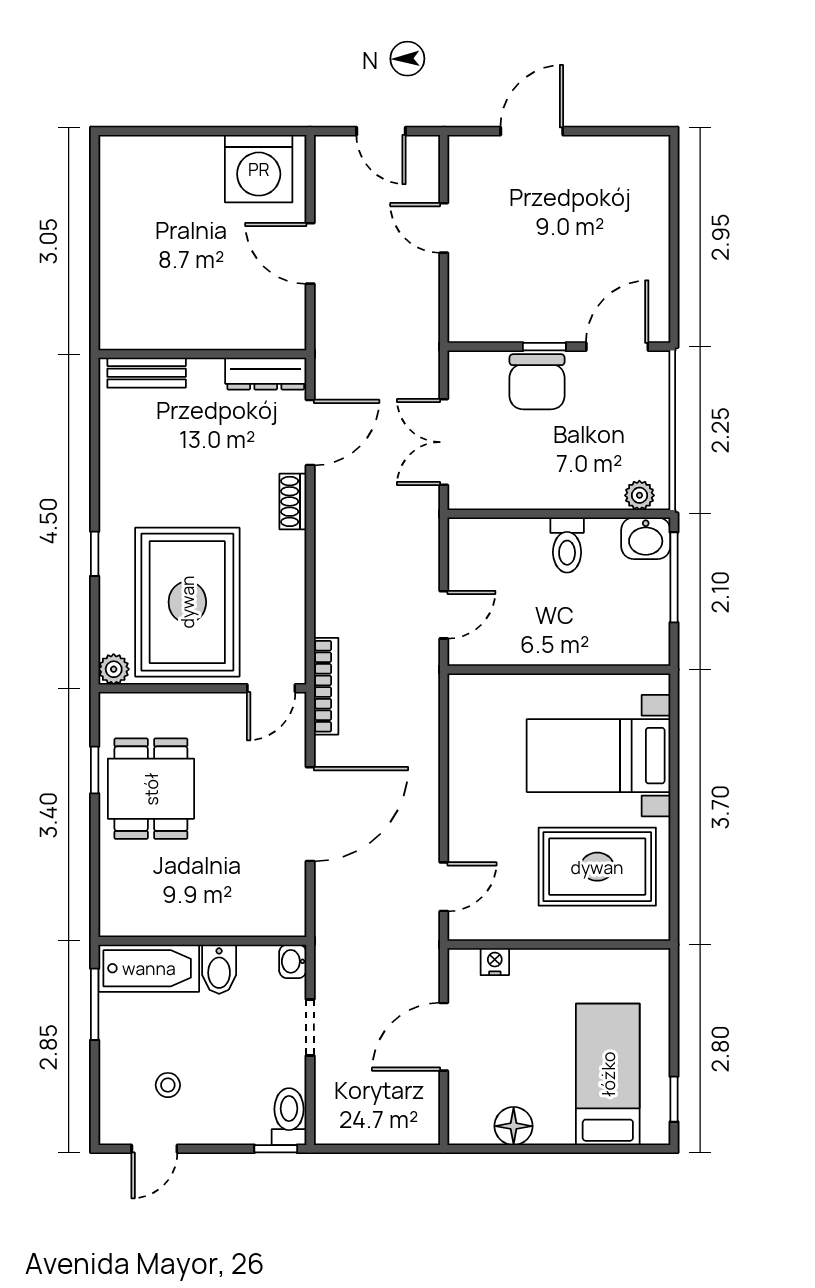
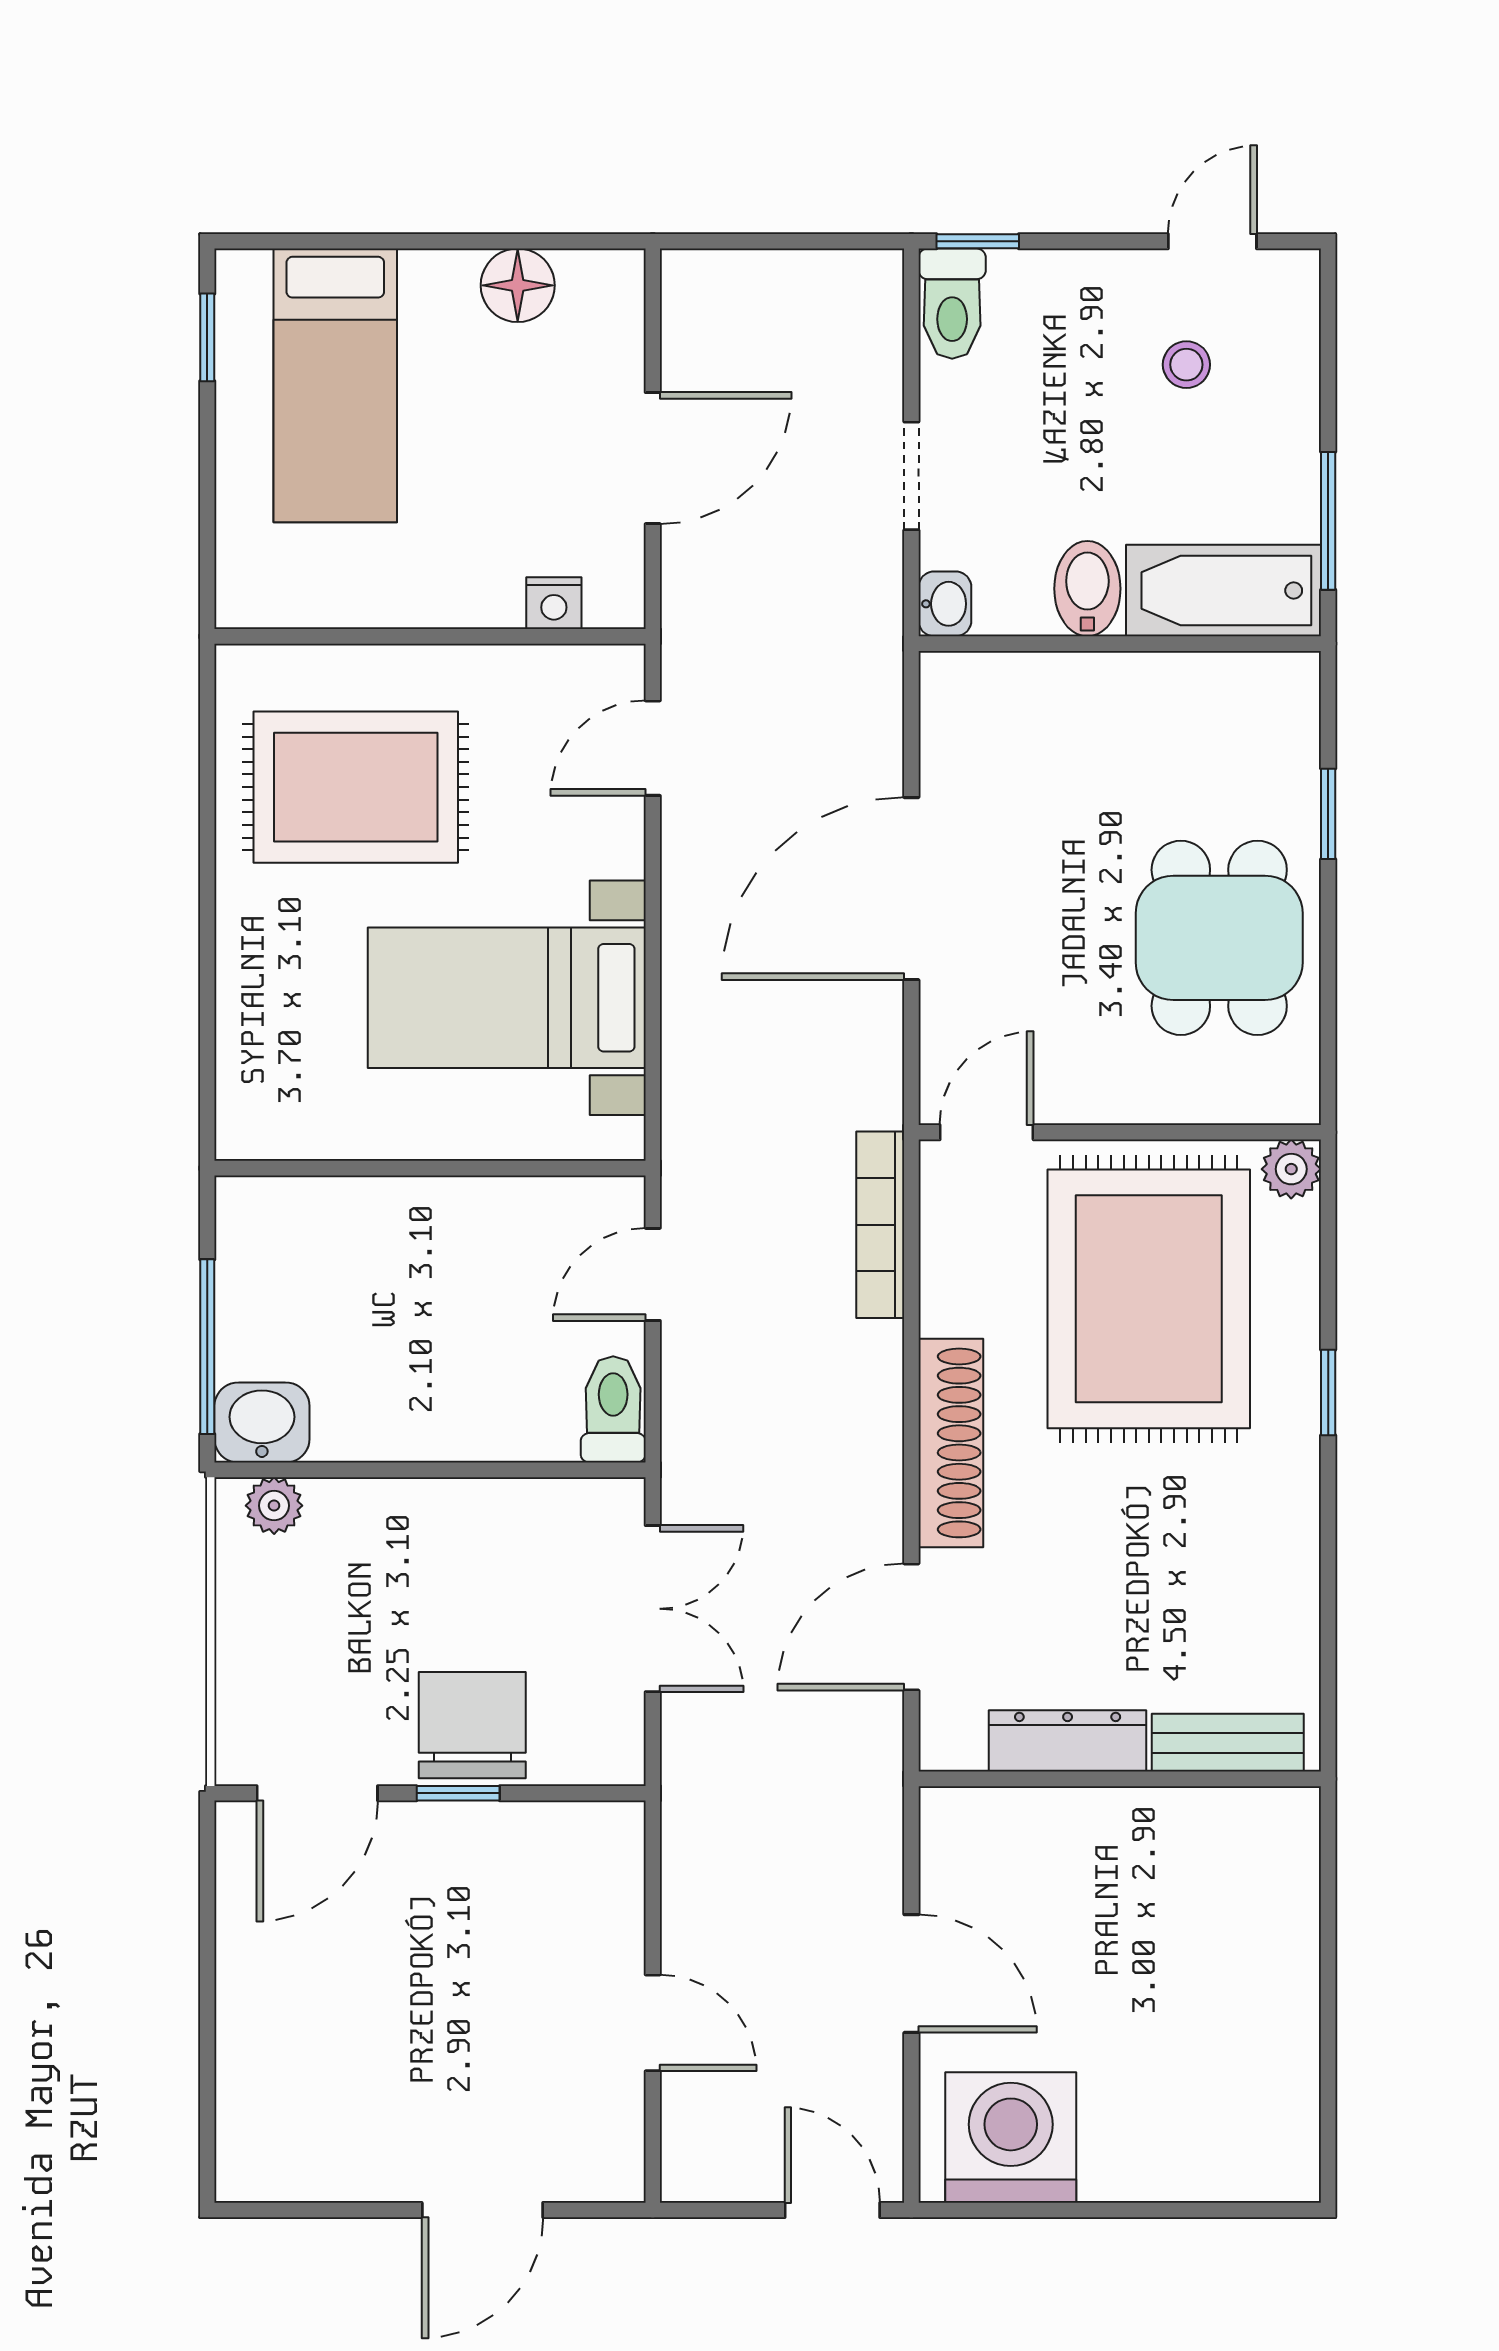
door: (381, 131) -> (832, 2210), moved
dresser: (266, 374) -> (1068, 1741), moved
shoe rack: (293, 501) -> (951, 1443), width x1.94, depth x1.24
toilet: (567, 545) -> (613, 1409), moved
bookcase: (326, 686) -> (880, 1225), moved
bed with nightstands: (599, 756) -> (507, 998), moved, turned 180
window: (95, 770) -> (1328, 814), moved

